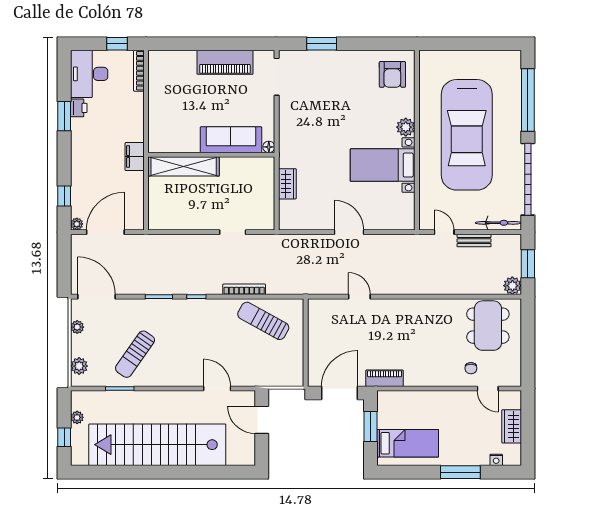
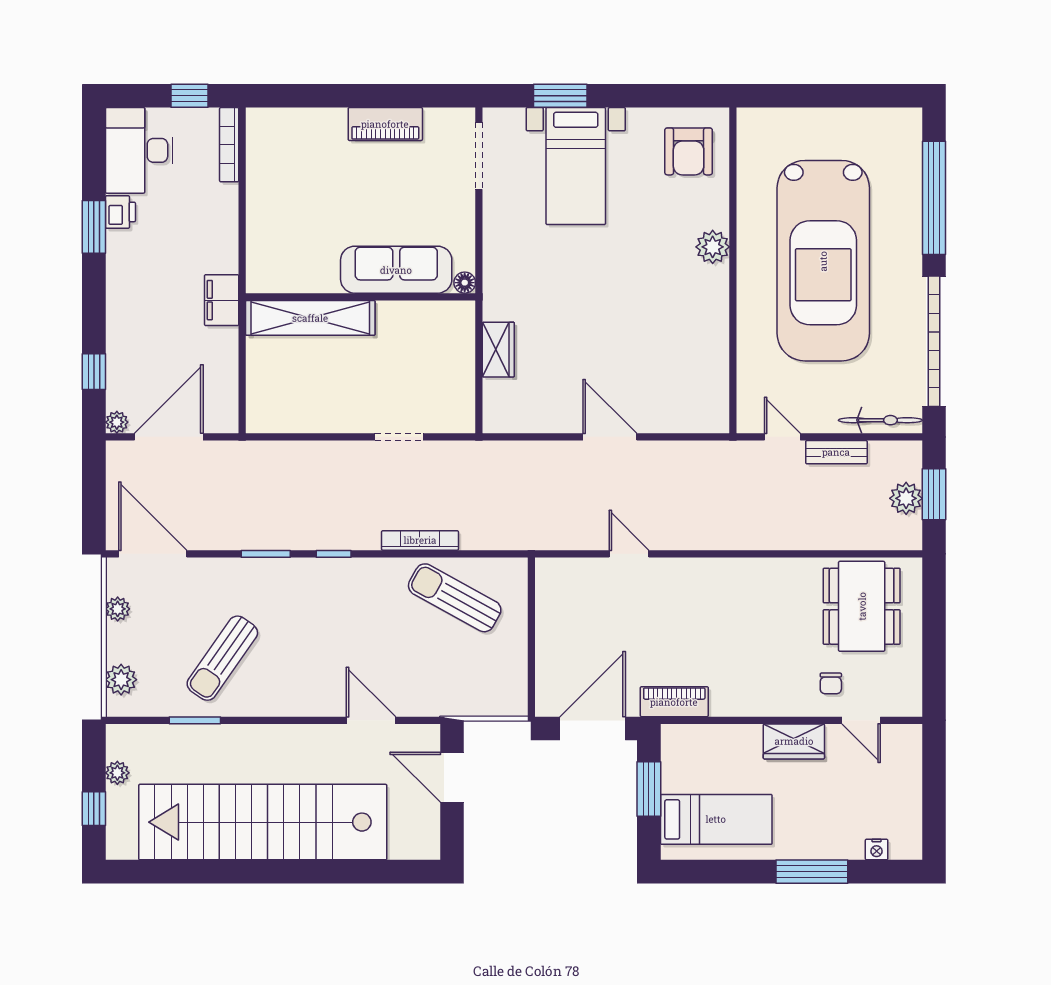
piano: (225, 62) -> (385, 124), width x0.73, depth x0.75
bed with nightstands: (383, 165) -> (576, 166), moved, turned -90
plant: (512, 286) -> (906, 498), moved
wardrobe: (512, 426) -> (794, 741), moved, turned -90

